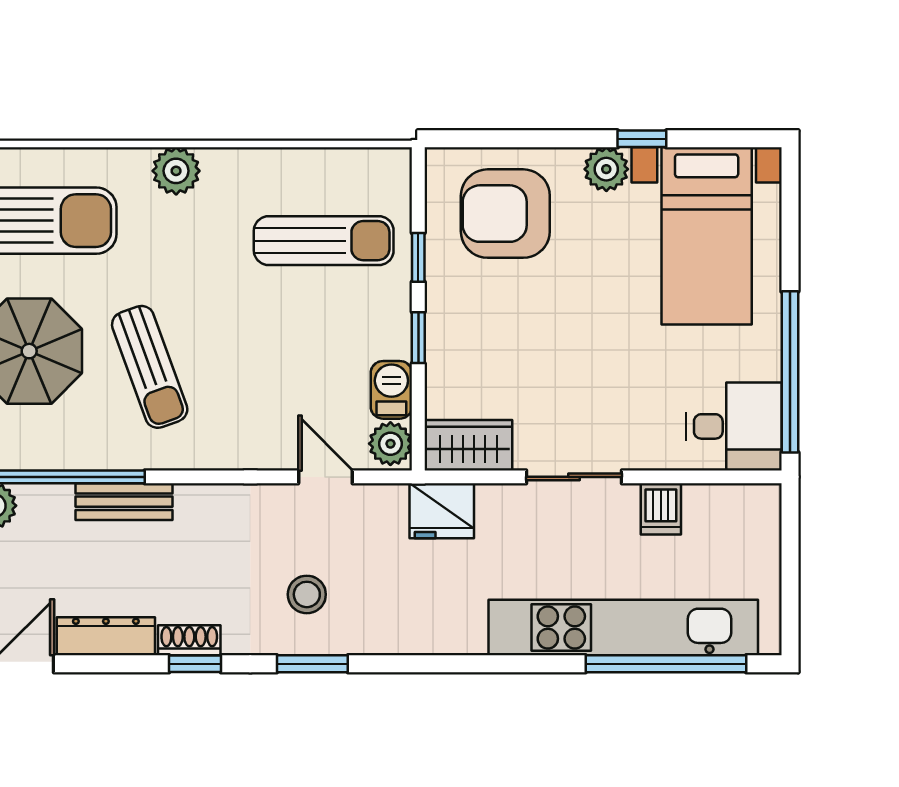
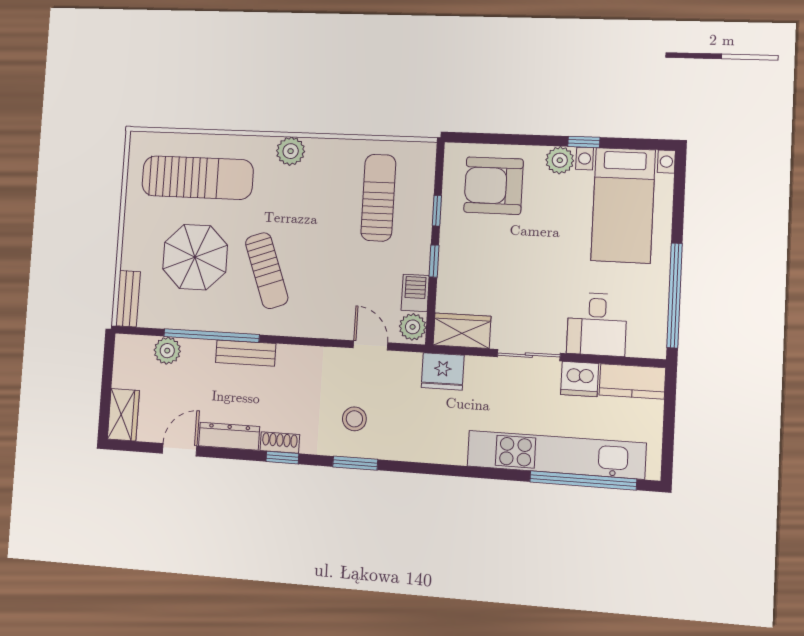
sun lounger: (324, 241) -> (378, 198), turned -90
desk: (734, 426) -> (597, 324), moved, turned 90
kitchen counter: (733, 508) -> (632, 381), added
dishwasher: (661, 509) -> (580, 379), width x1.38

